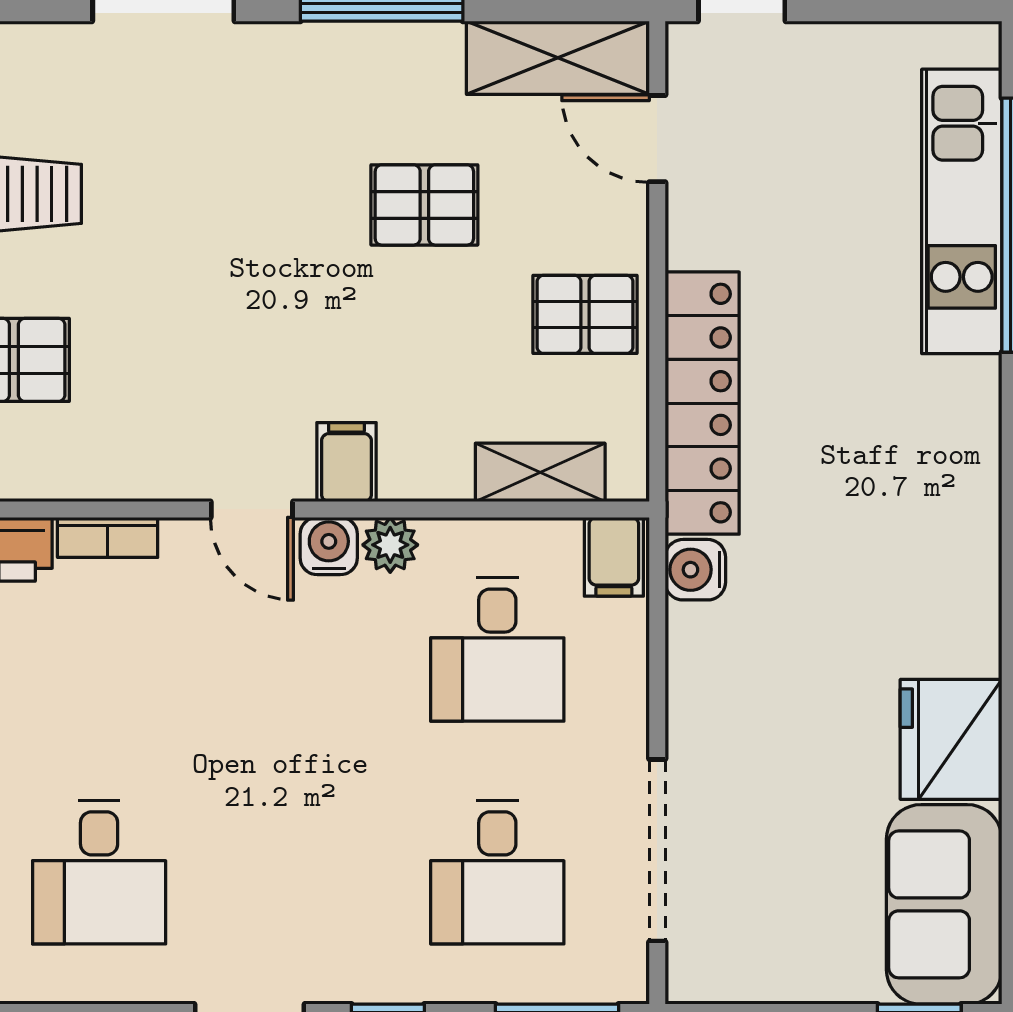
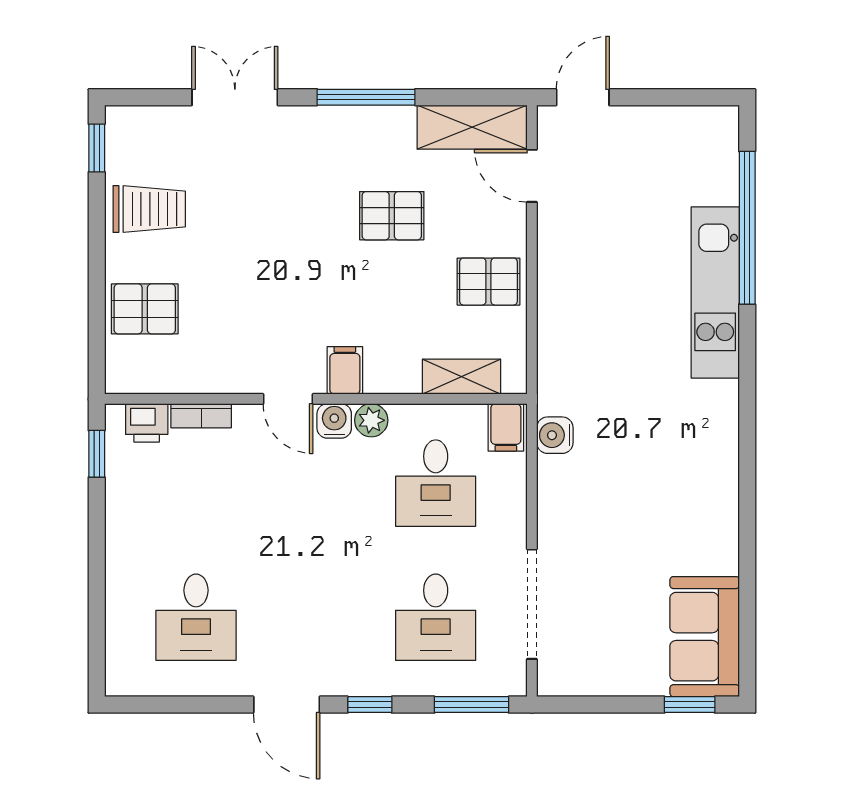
kitchen unit: (962, 211) -> (715, 293), moved
locker: (702, 403) -> (559, 335), removed
fridge: (951, 739) -> (709, 537), removed

